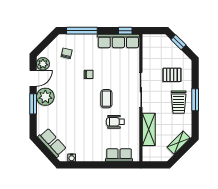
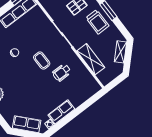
row of seats: (119, 155) -> (61, 112), moved

